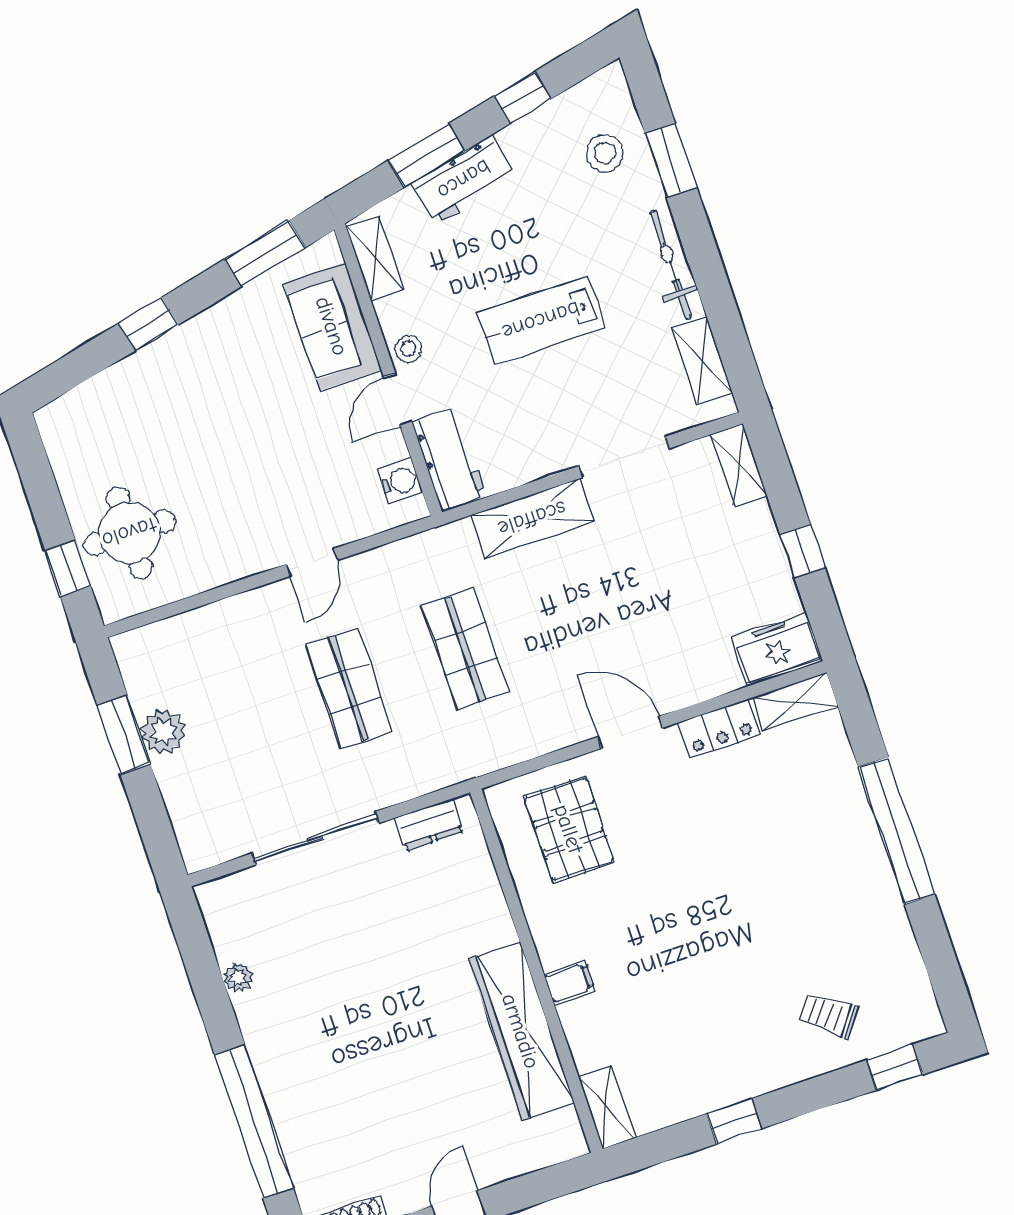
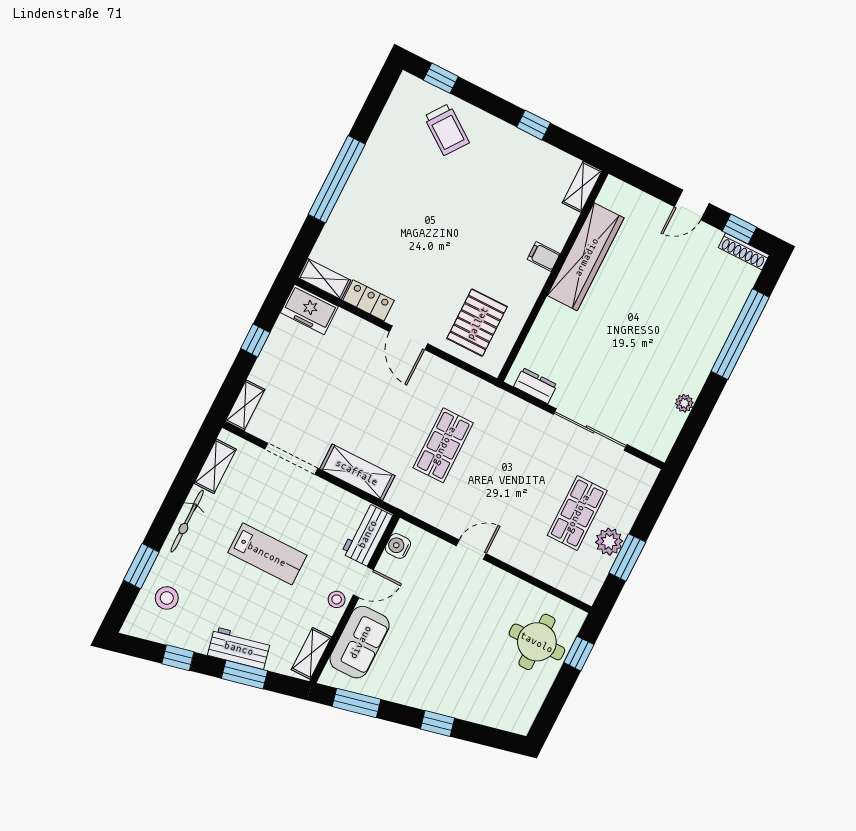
shop shelf: (349, 688) -> (577, 513), moved
trolley: (828, 1015) -> (447, 130), width x1.36, depth x1.39

